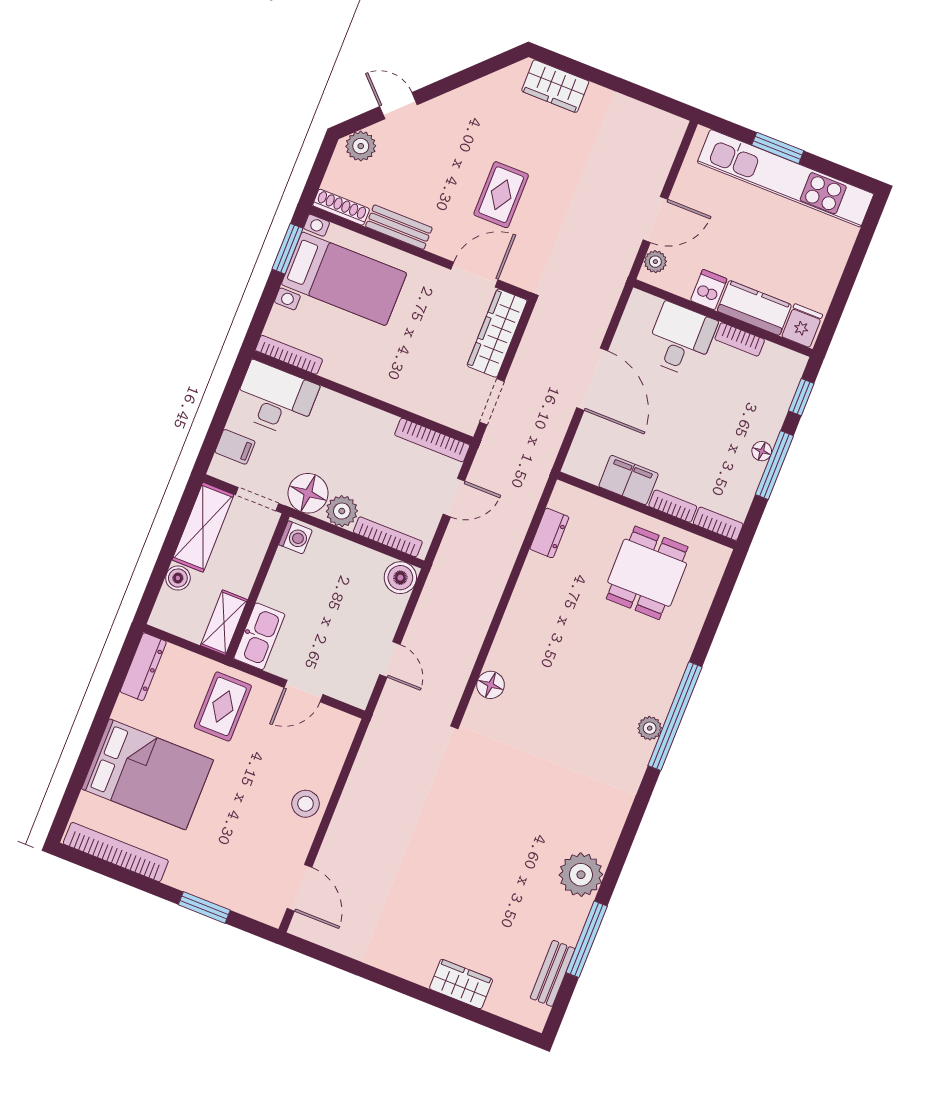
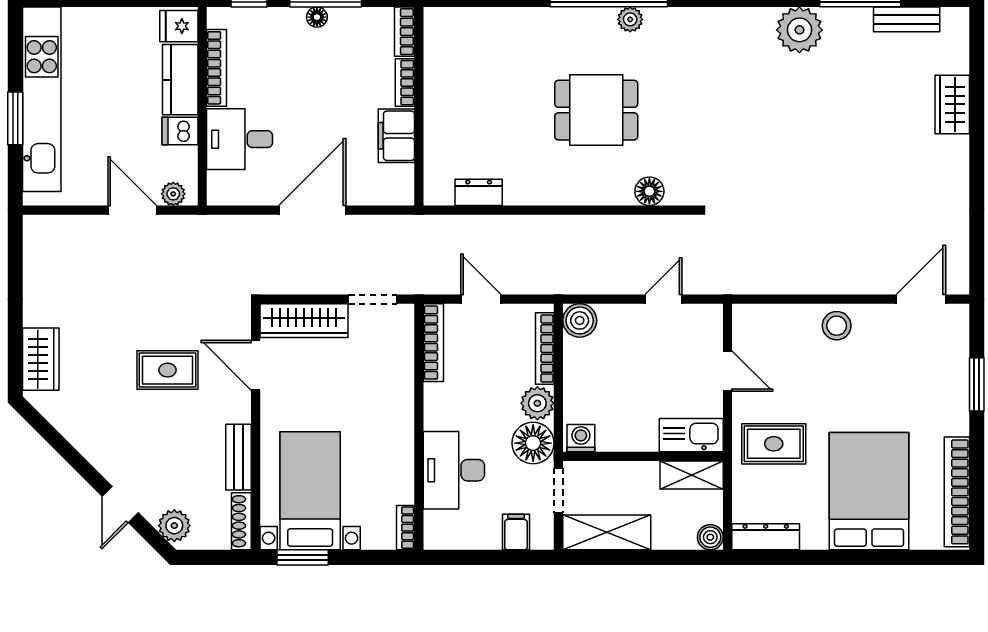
bookcase: (740, 339) -> (217, 68), width x1.56
bookcase: (289, 355) -> (405, 528), width x0.64
desk: (275, 399) -> (454, 470), moved
dining table: (647, 573) -> (596, 110), moved
boiler: (178, 578) -> (710, 537), moved

